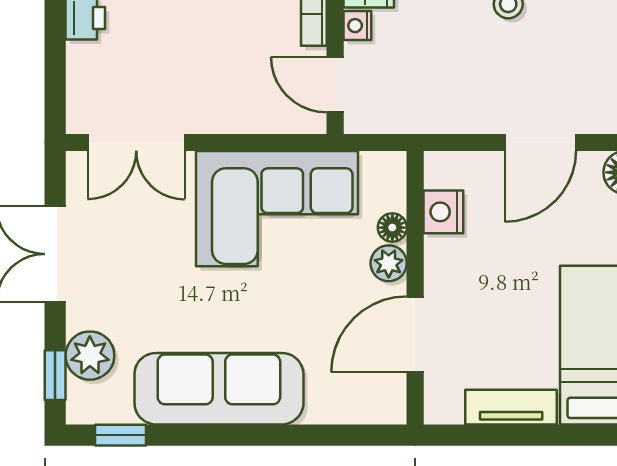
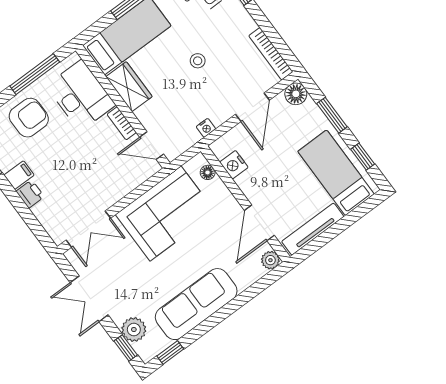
nightstand: (357, 26) -> (206, 128), moved, turned -90
floor lamp: (392, 228) -> (208, 172), moved
plant: (389, 263) -> (270, 260), moved
tv unit: (511, 407) -> (313, 229), width x1.41

